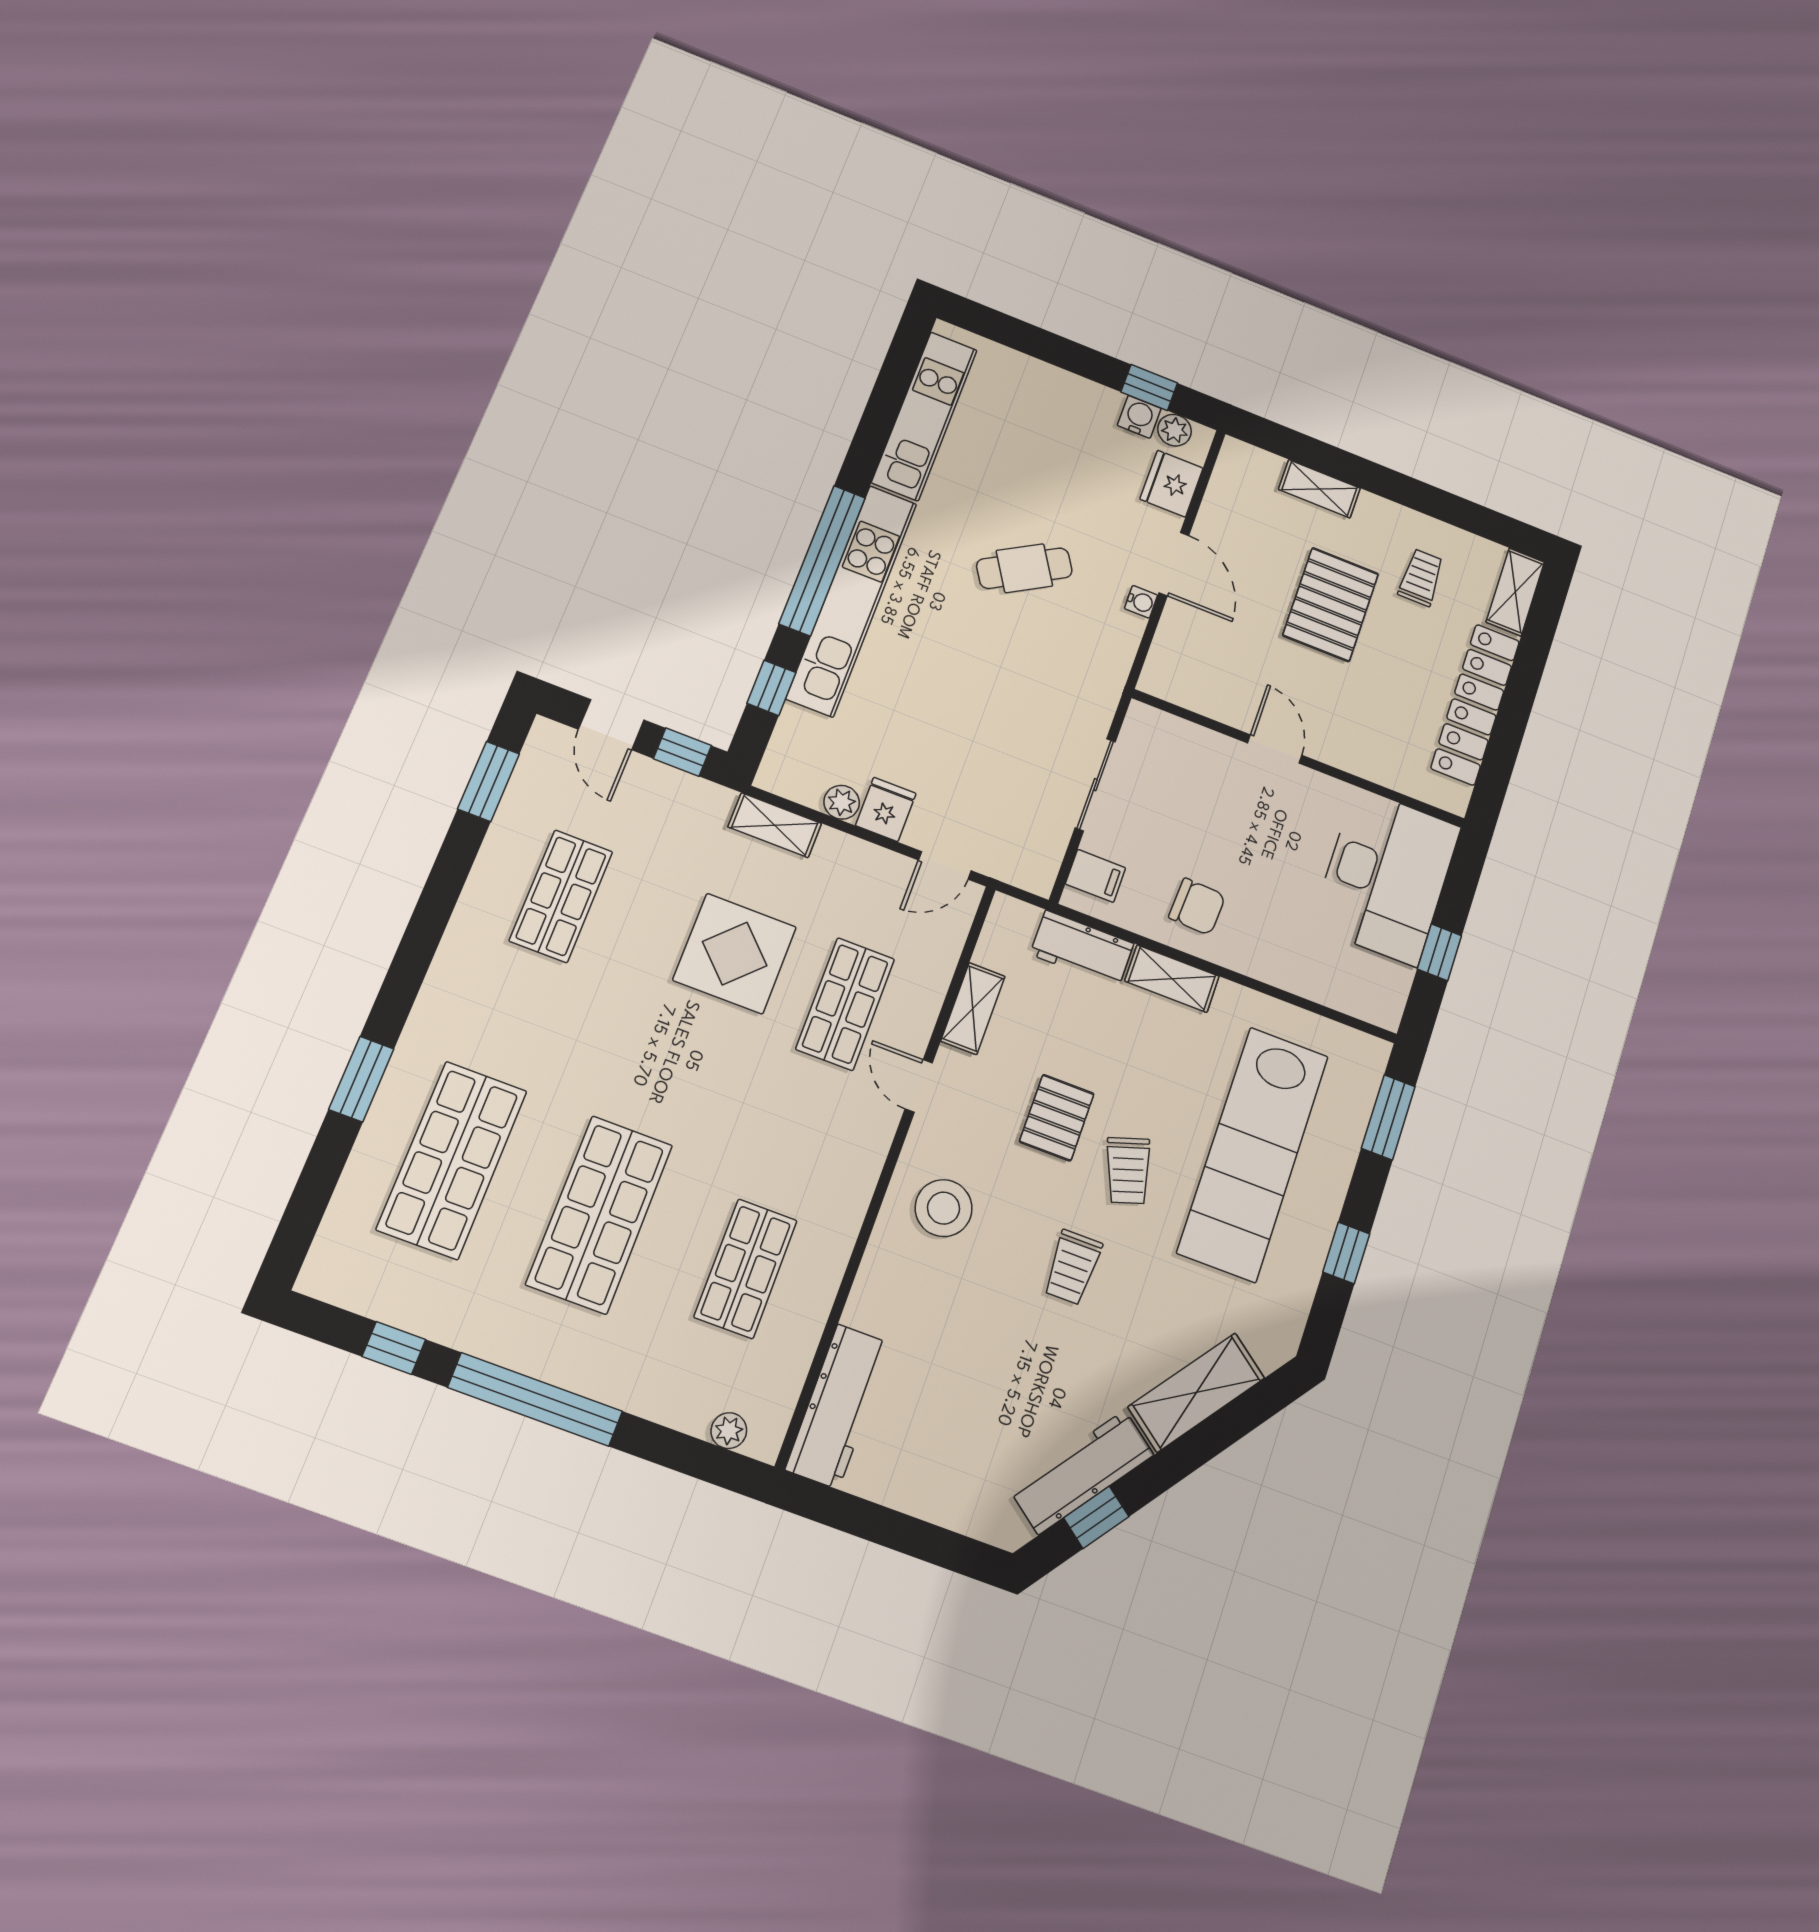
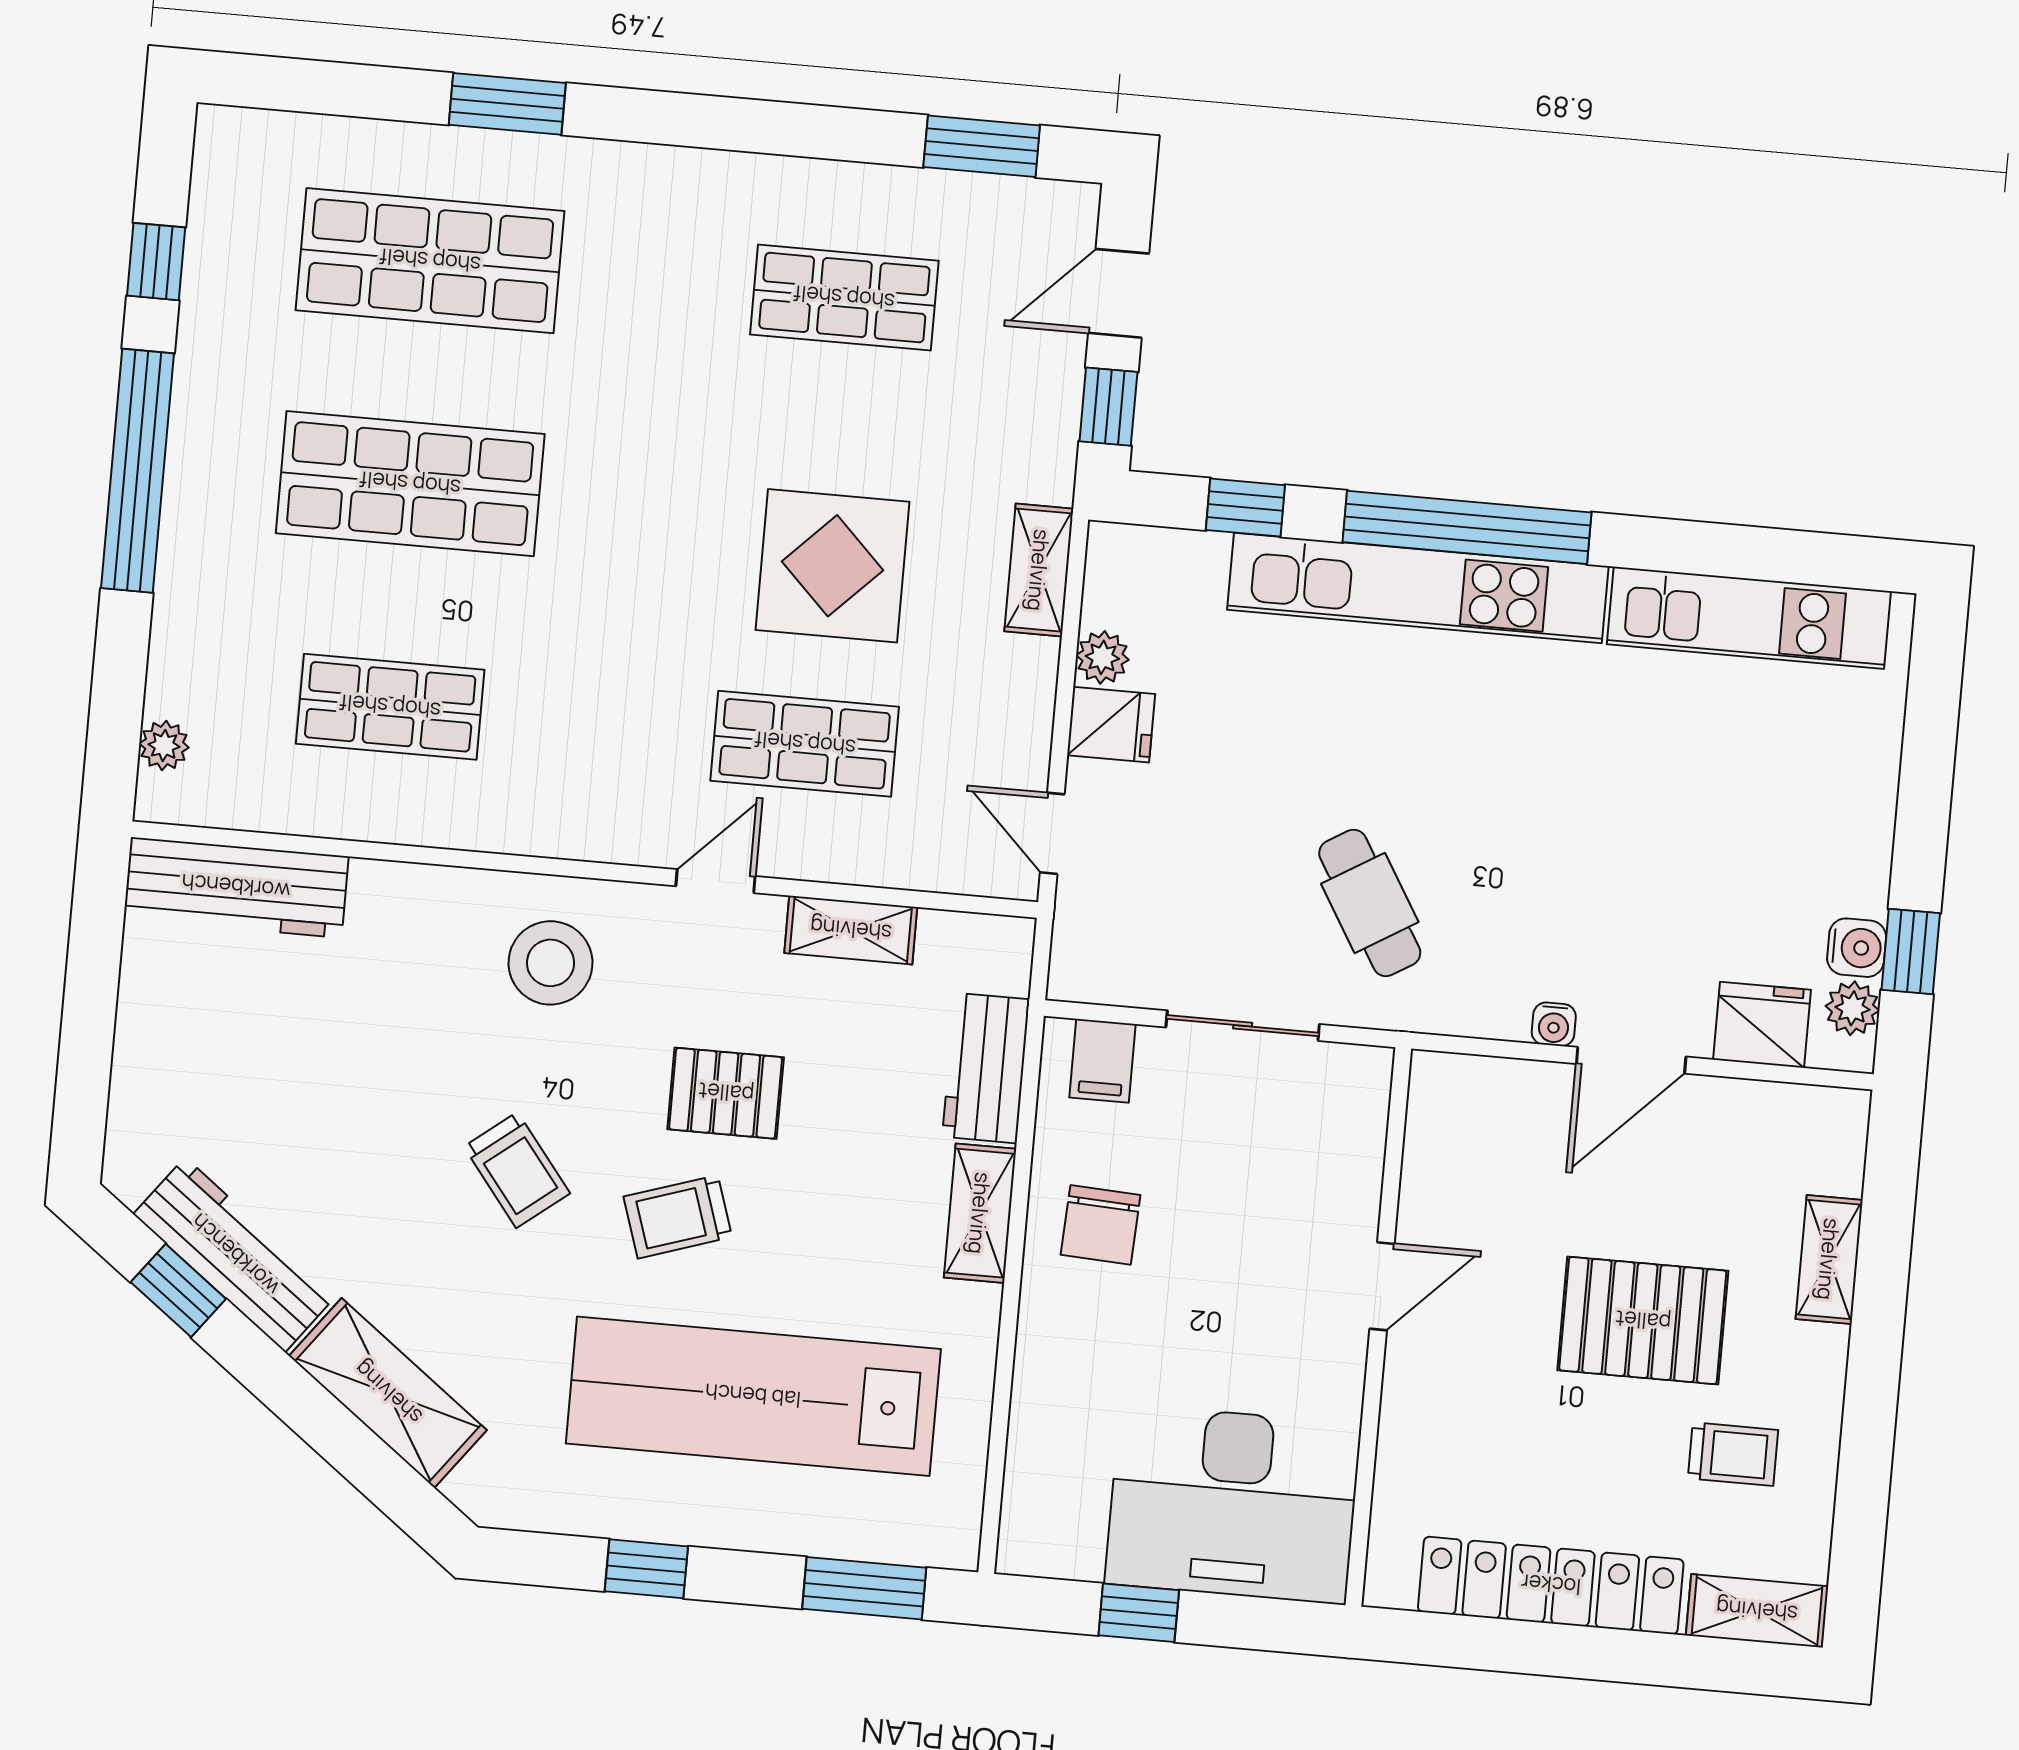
cafe table: (1024, 568) -> (1370, 903), moved
trolley: (1073, 1267) -> (517, 1170), turned -128

